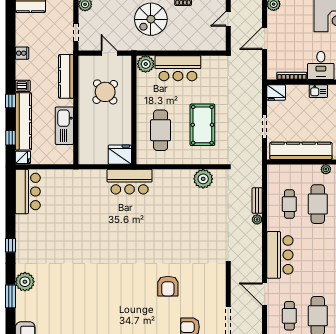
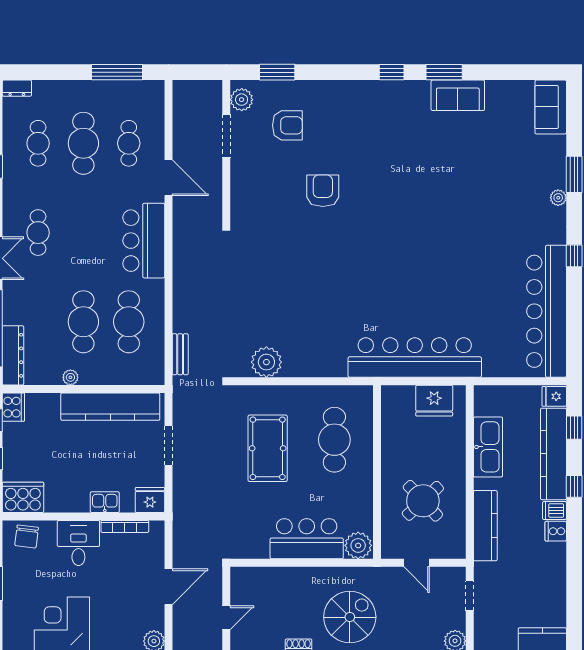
cooker: (22, 53) -> (556, 531), moved
kitchen sink: (318, 91) -> (105, 502), moved
fridge: (120, 155) -> (434, 401), moved
bar counter: (130, 182) -> (415, 358), width x1.86
bar counter: (28, 192) -> (547, 311), width x1.86
bench: (257, 201) -> (180, 354), moved
cafe table: (289, 204) -> (129, 322), width x1.37, depth x1.35
plant: (257, 219) -> (180, 297), removed
plant: (25, 282) -> (558, 198), width x0.53, depth x0.53

